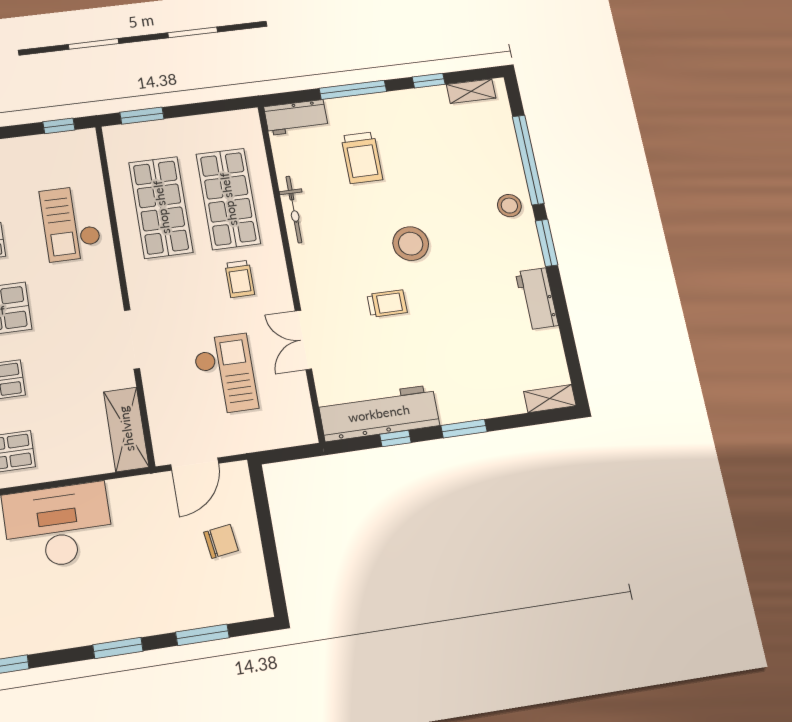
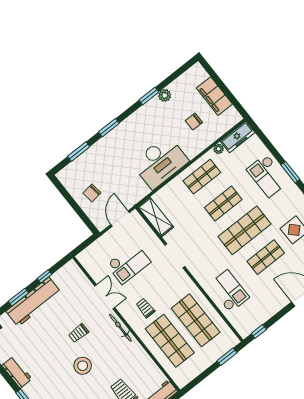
bicycle: (294, 209) -> (120, 328), moved
checkout: (225, 374) -> (129, 263), turned -90
workbench: (379, 413) -> (34, 302), moved

